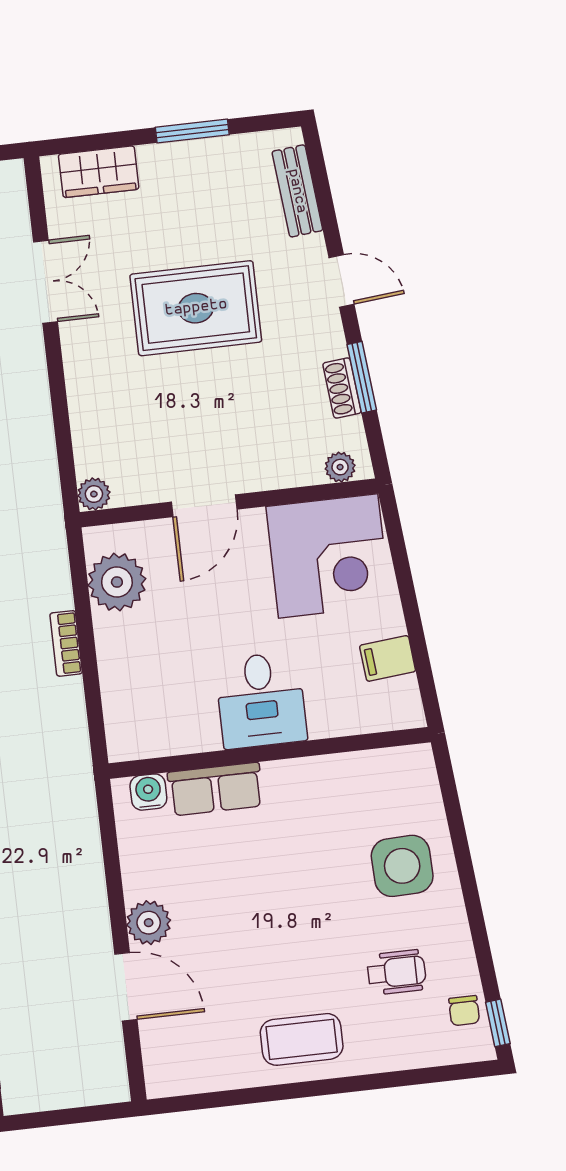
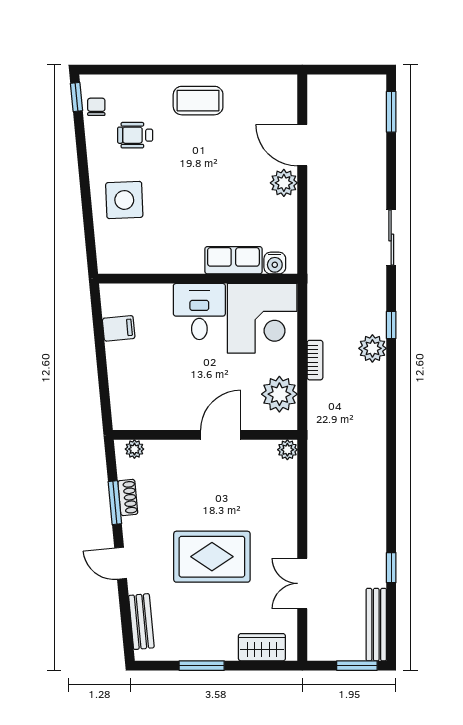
corner desk: (328, 556) -> (262, 318), moved, turned 180

